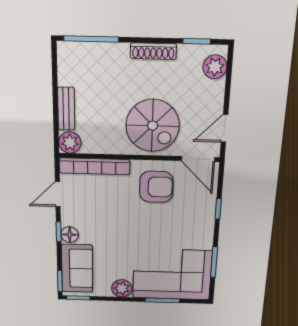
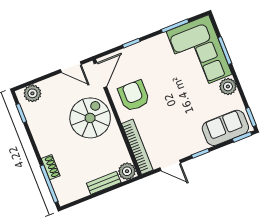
shoe rack: (153, 51) -> (51, 167), moved, width x0.70
floor lamp: (70, 235) -> (199, 144), removed

